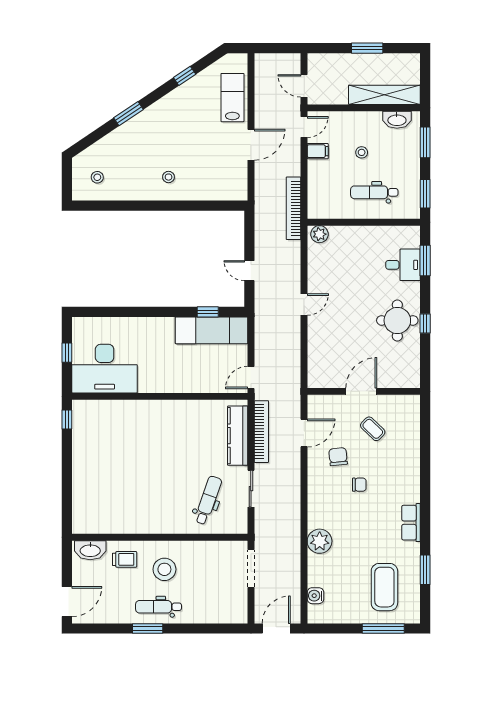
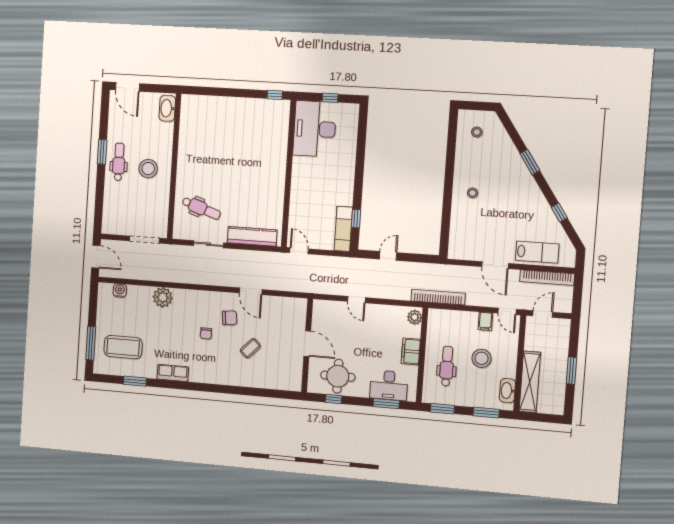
stool: (362, 152) -> (482, 358), width x1.89, depth x1.89
filing cabinet: (360, 236) -> (411, 351), added
desk: (403, 265) -> (389, 385), width x1.37
exam couch: (211, 330) -> (343, 229), width x0.73, depth x0.69
door: (361, 391) -> (307, 344), moved
wall: (364, 391) -> (307, 346), moved
bookcase: (261, 432) -> (547, 278), moved
trolley: (125, 559) -> (158, 136), removed

